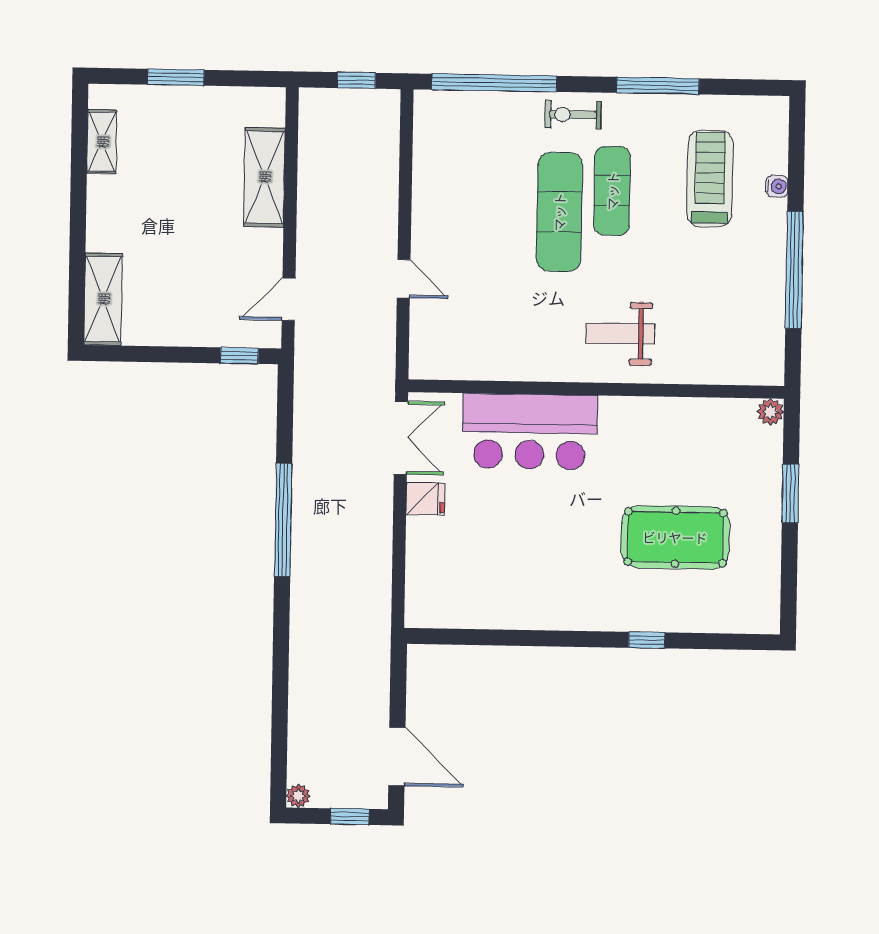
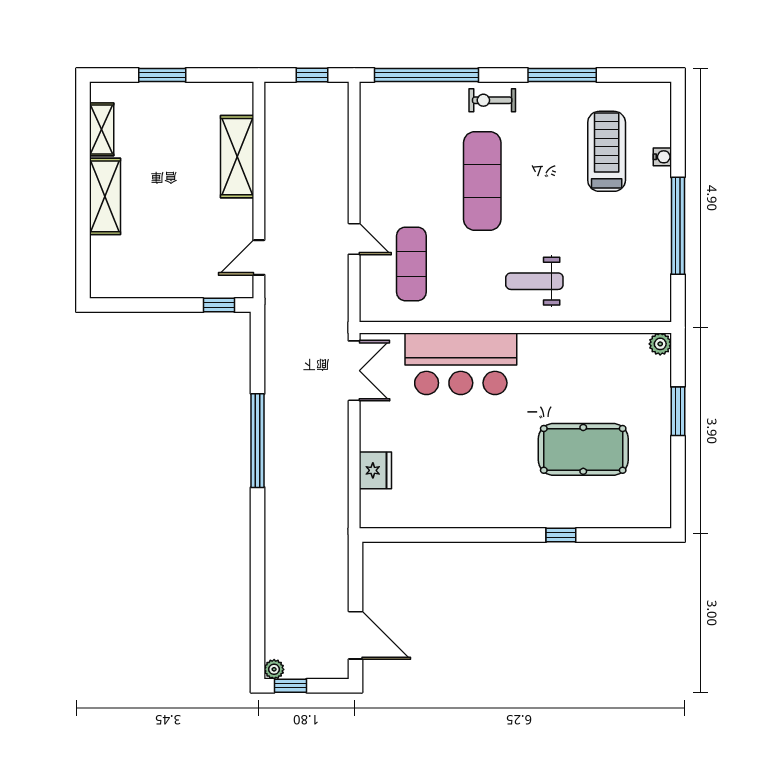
exercise mat: (612, 191) -> (411, 264), moved
shelving: (103, 299) -> (105, 196), moved
fridge: (425, 499) -> (375, 470), moved, width x1.38
window: (350, 817) -> (290, 686), moved

